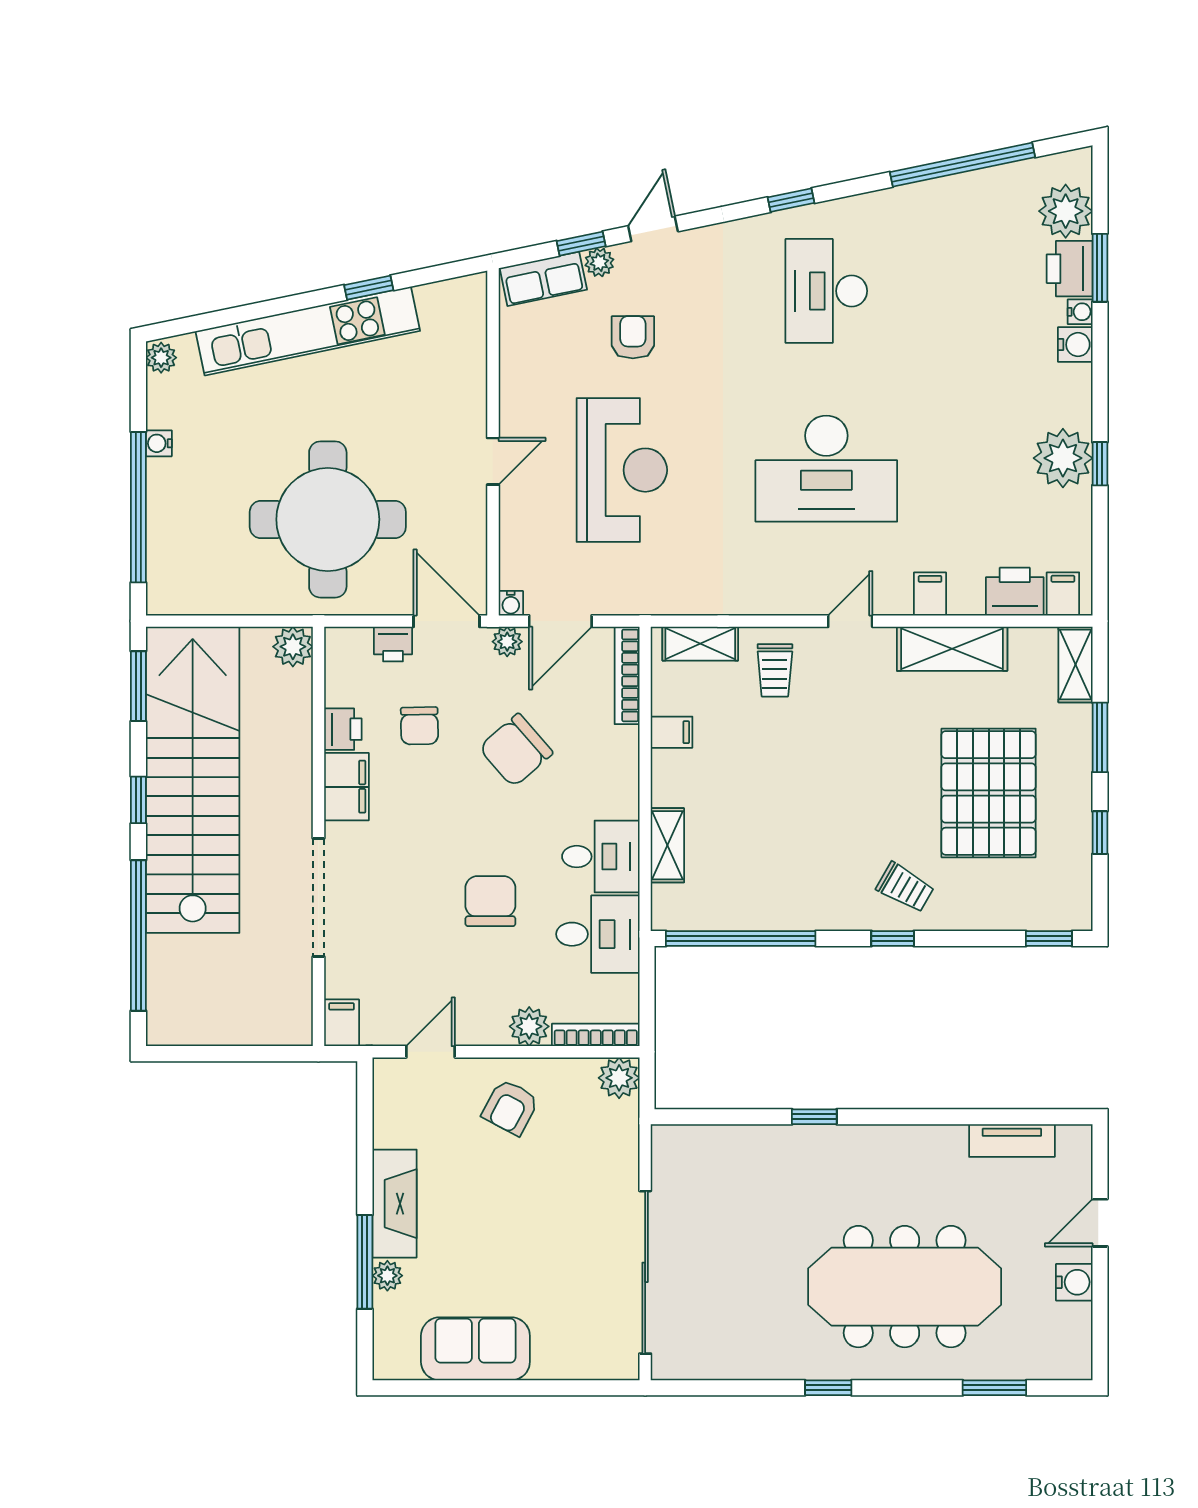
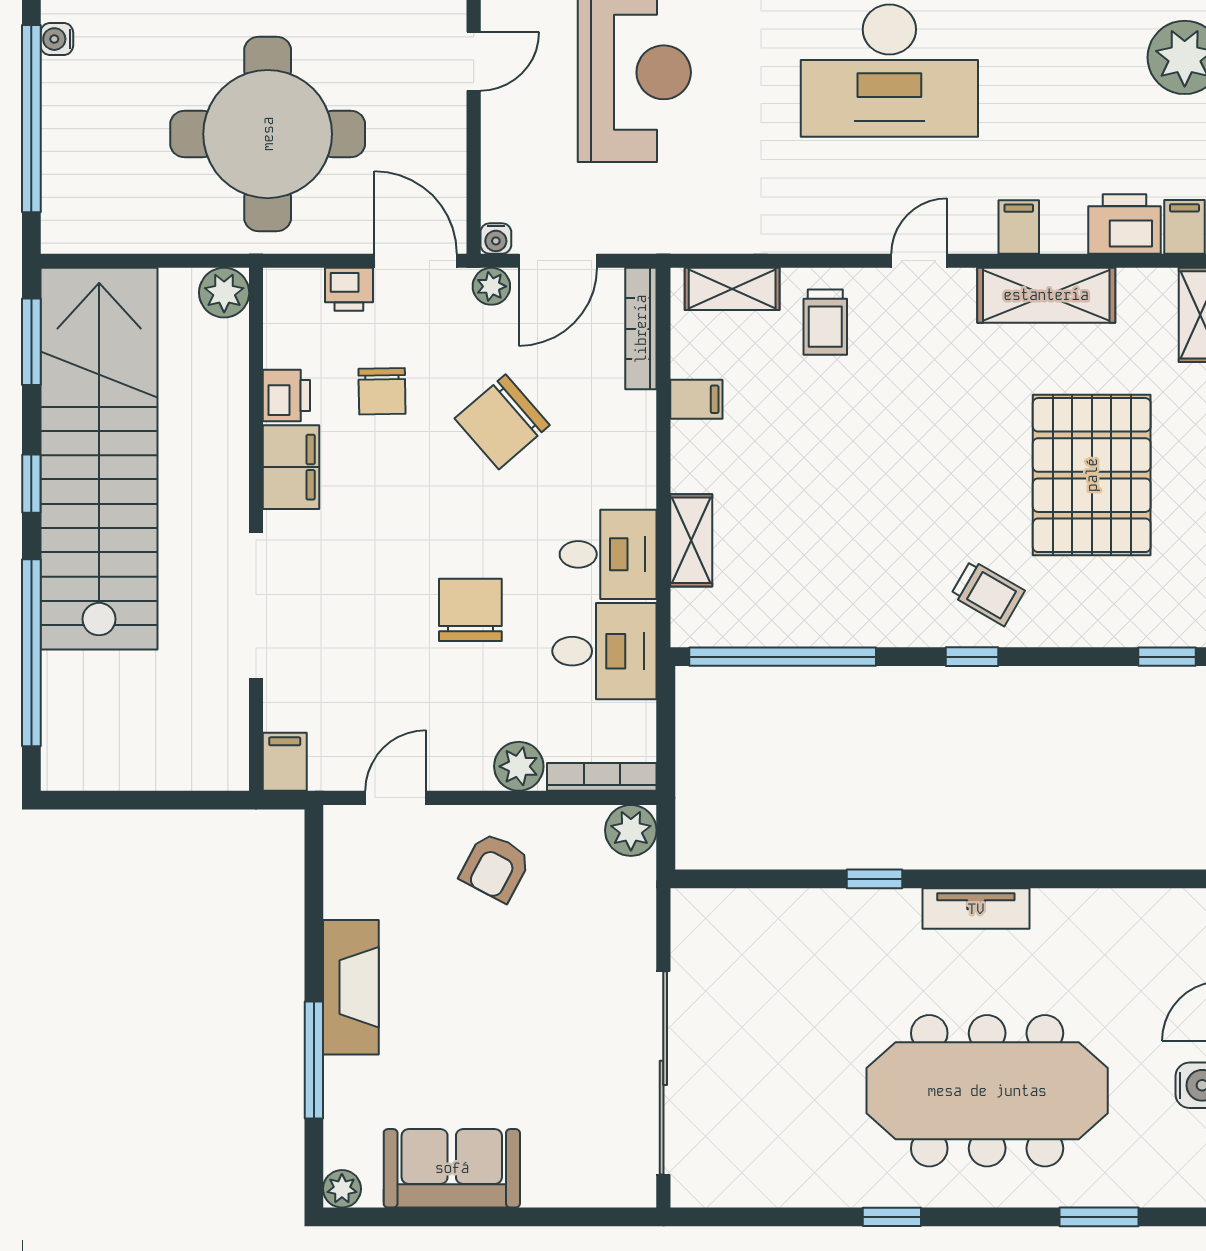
tv unit: (1012, 1141) -> (976, 909), moved
plant: (387, 1276) -> (342, 1189), moved

